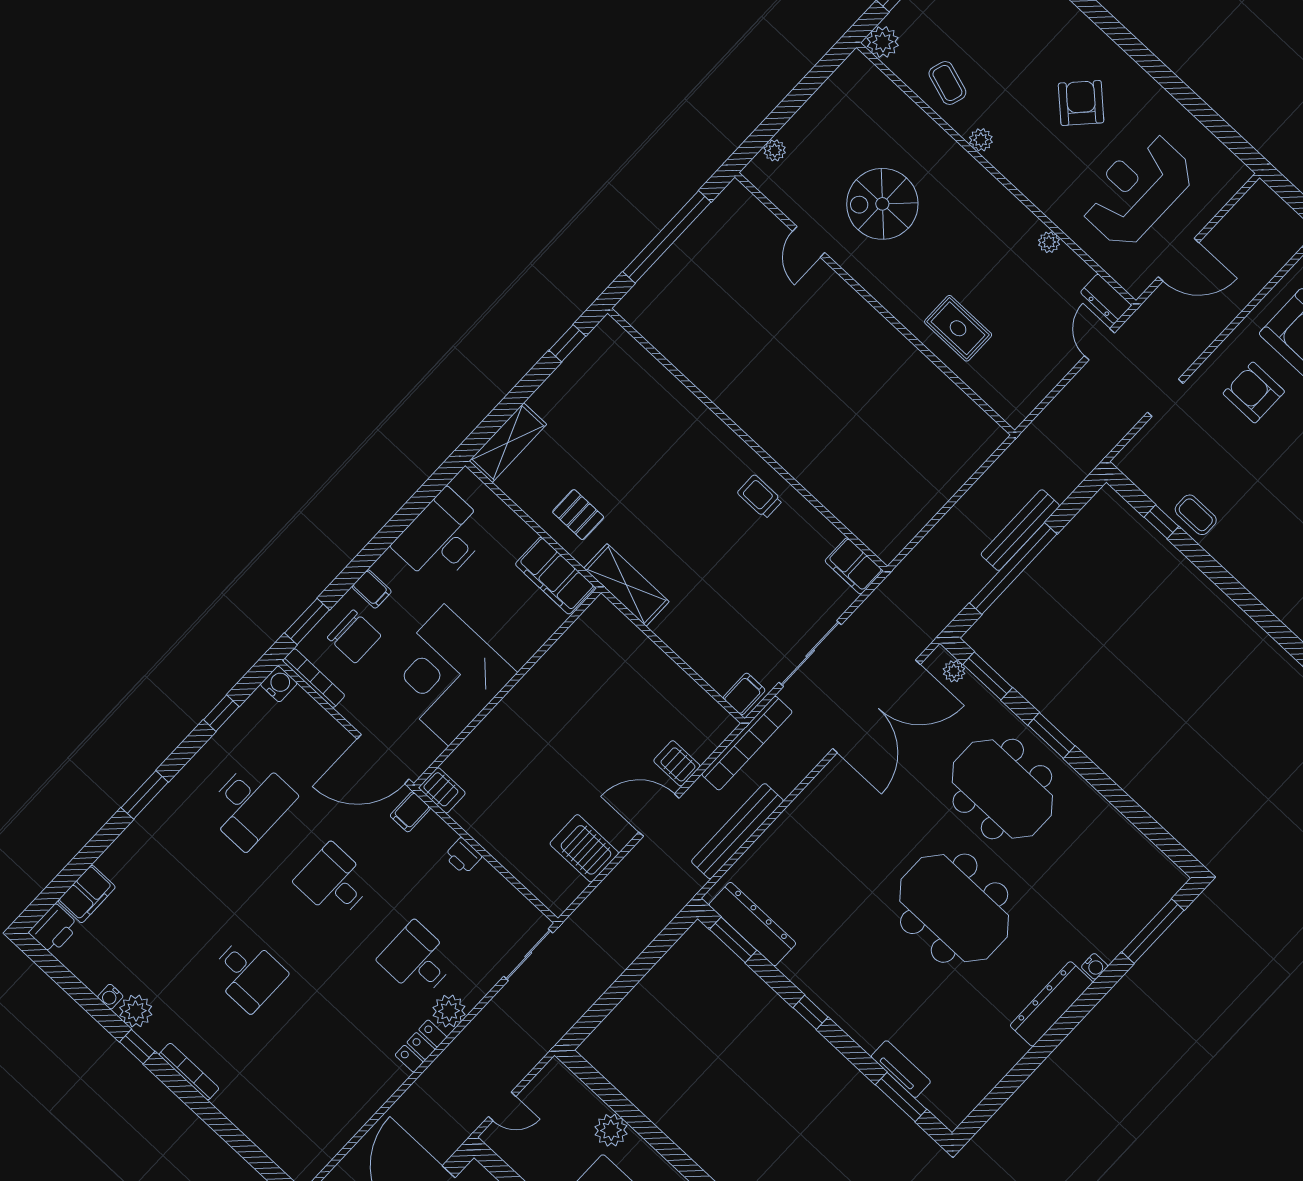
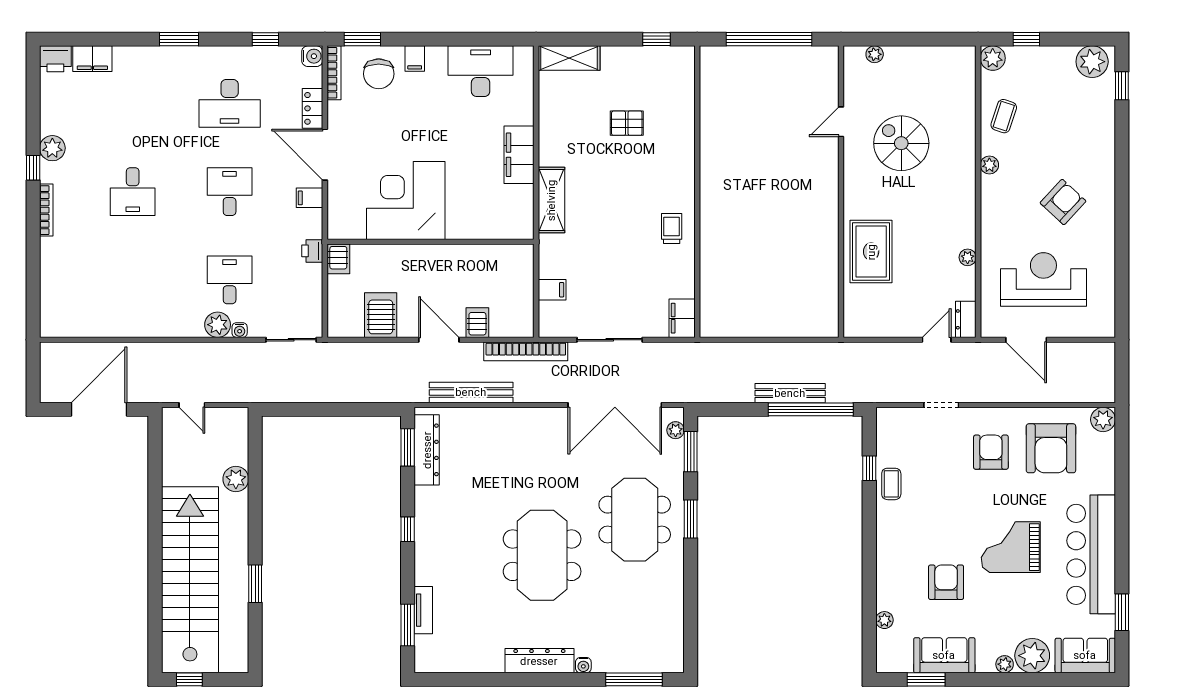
rug: (958, 328) -> (871, 252), width x1.36, depth x1.43
pallet: (578, 515) -> (627, 123), moved, turned 90
window: (1013, 568) -> (811, 409), moved
corner desk: (446, 675) -> (406, 200), moved
wall: (507, 688) -> (430, 242), moved
filing cabinet: (744, 694) -> (552, 290), moved
server rack: (442, 790) -> (338, 259), moved
water cooler: (110, 997) -> (240, 330), moved, turned -90
locker: (421, 1046) -> (313, 108), moved, turned -90

